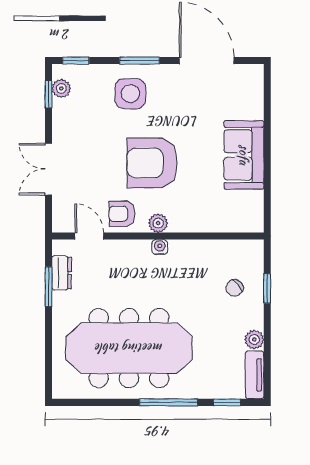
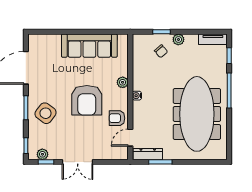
side table: (130, 94) -> (46, 113), turned 37
sofa: (244, 155) -> (89, 46), width x1.36
double door: (48, 169) -> (78, 162), moved
armchair: (122, 214) -> (117, 118), turned 90
plant: (158, 223) -> (123, 82), moved
dresser: (62, 273) -> (148, 154), width x1.44
plant: (254, 340) -> (178, 39), moved

